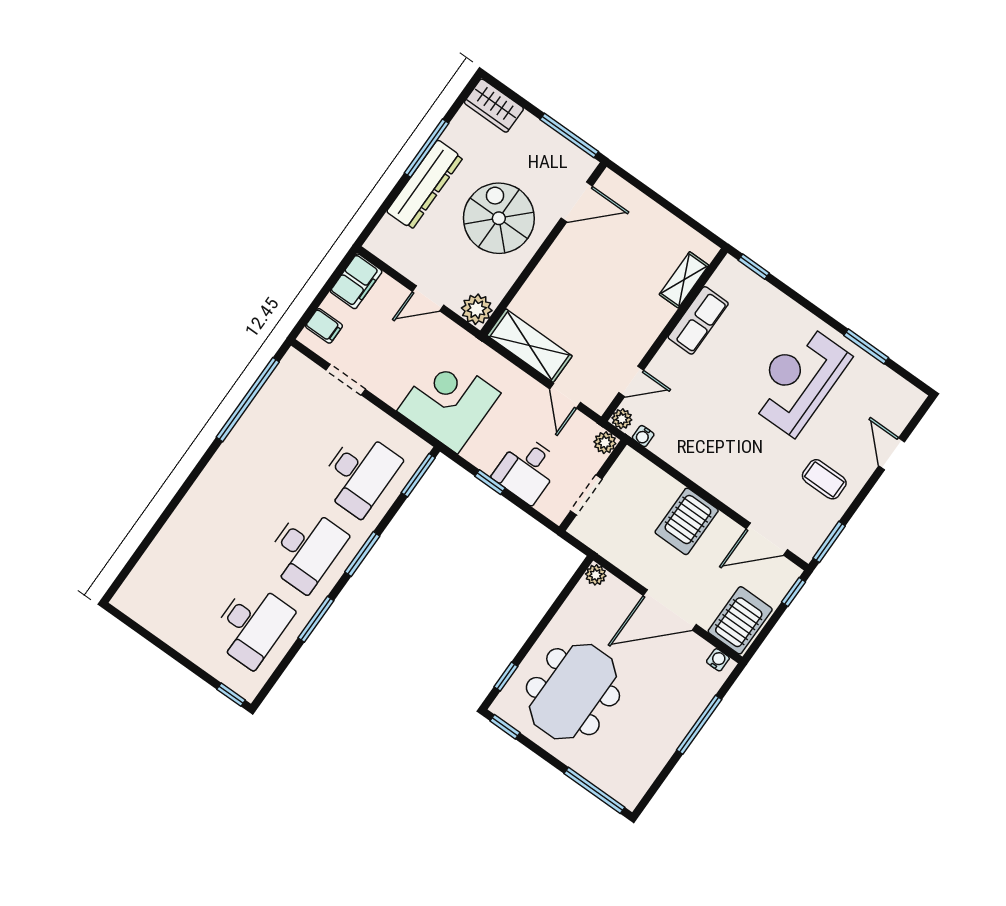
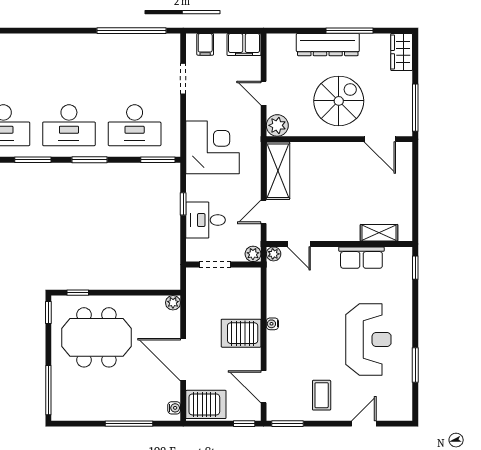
reception desk: (798, 380) -> (368, 339), turned 90
water cooler: (643, 436) -> (272, 324), moved

